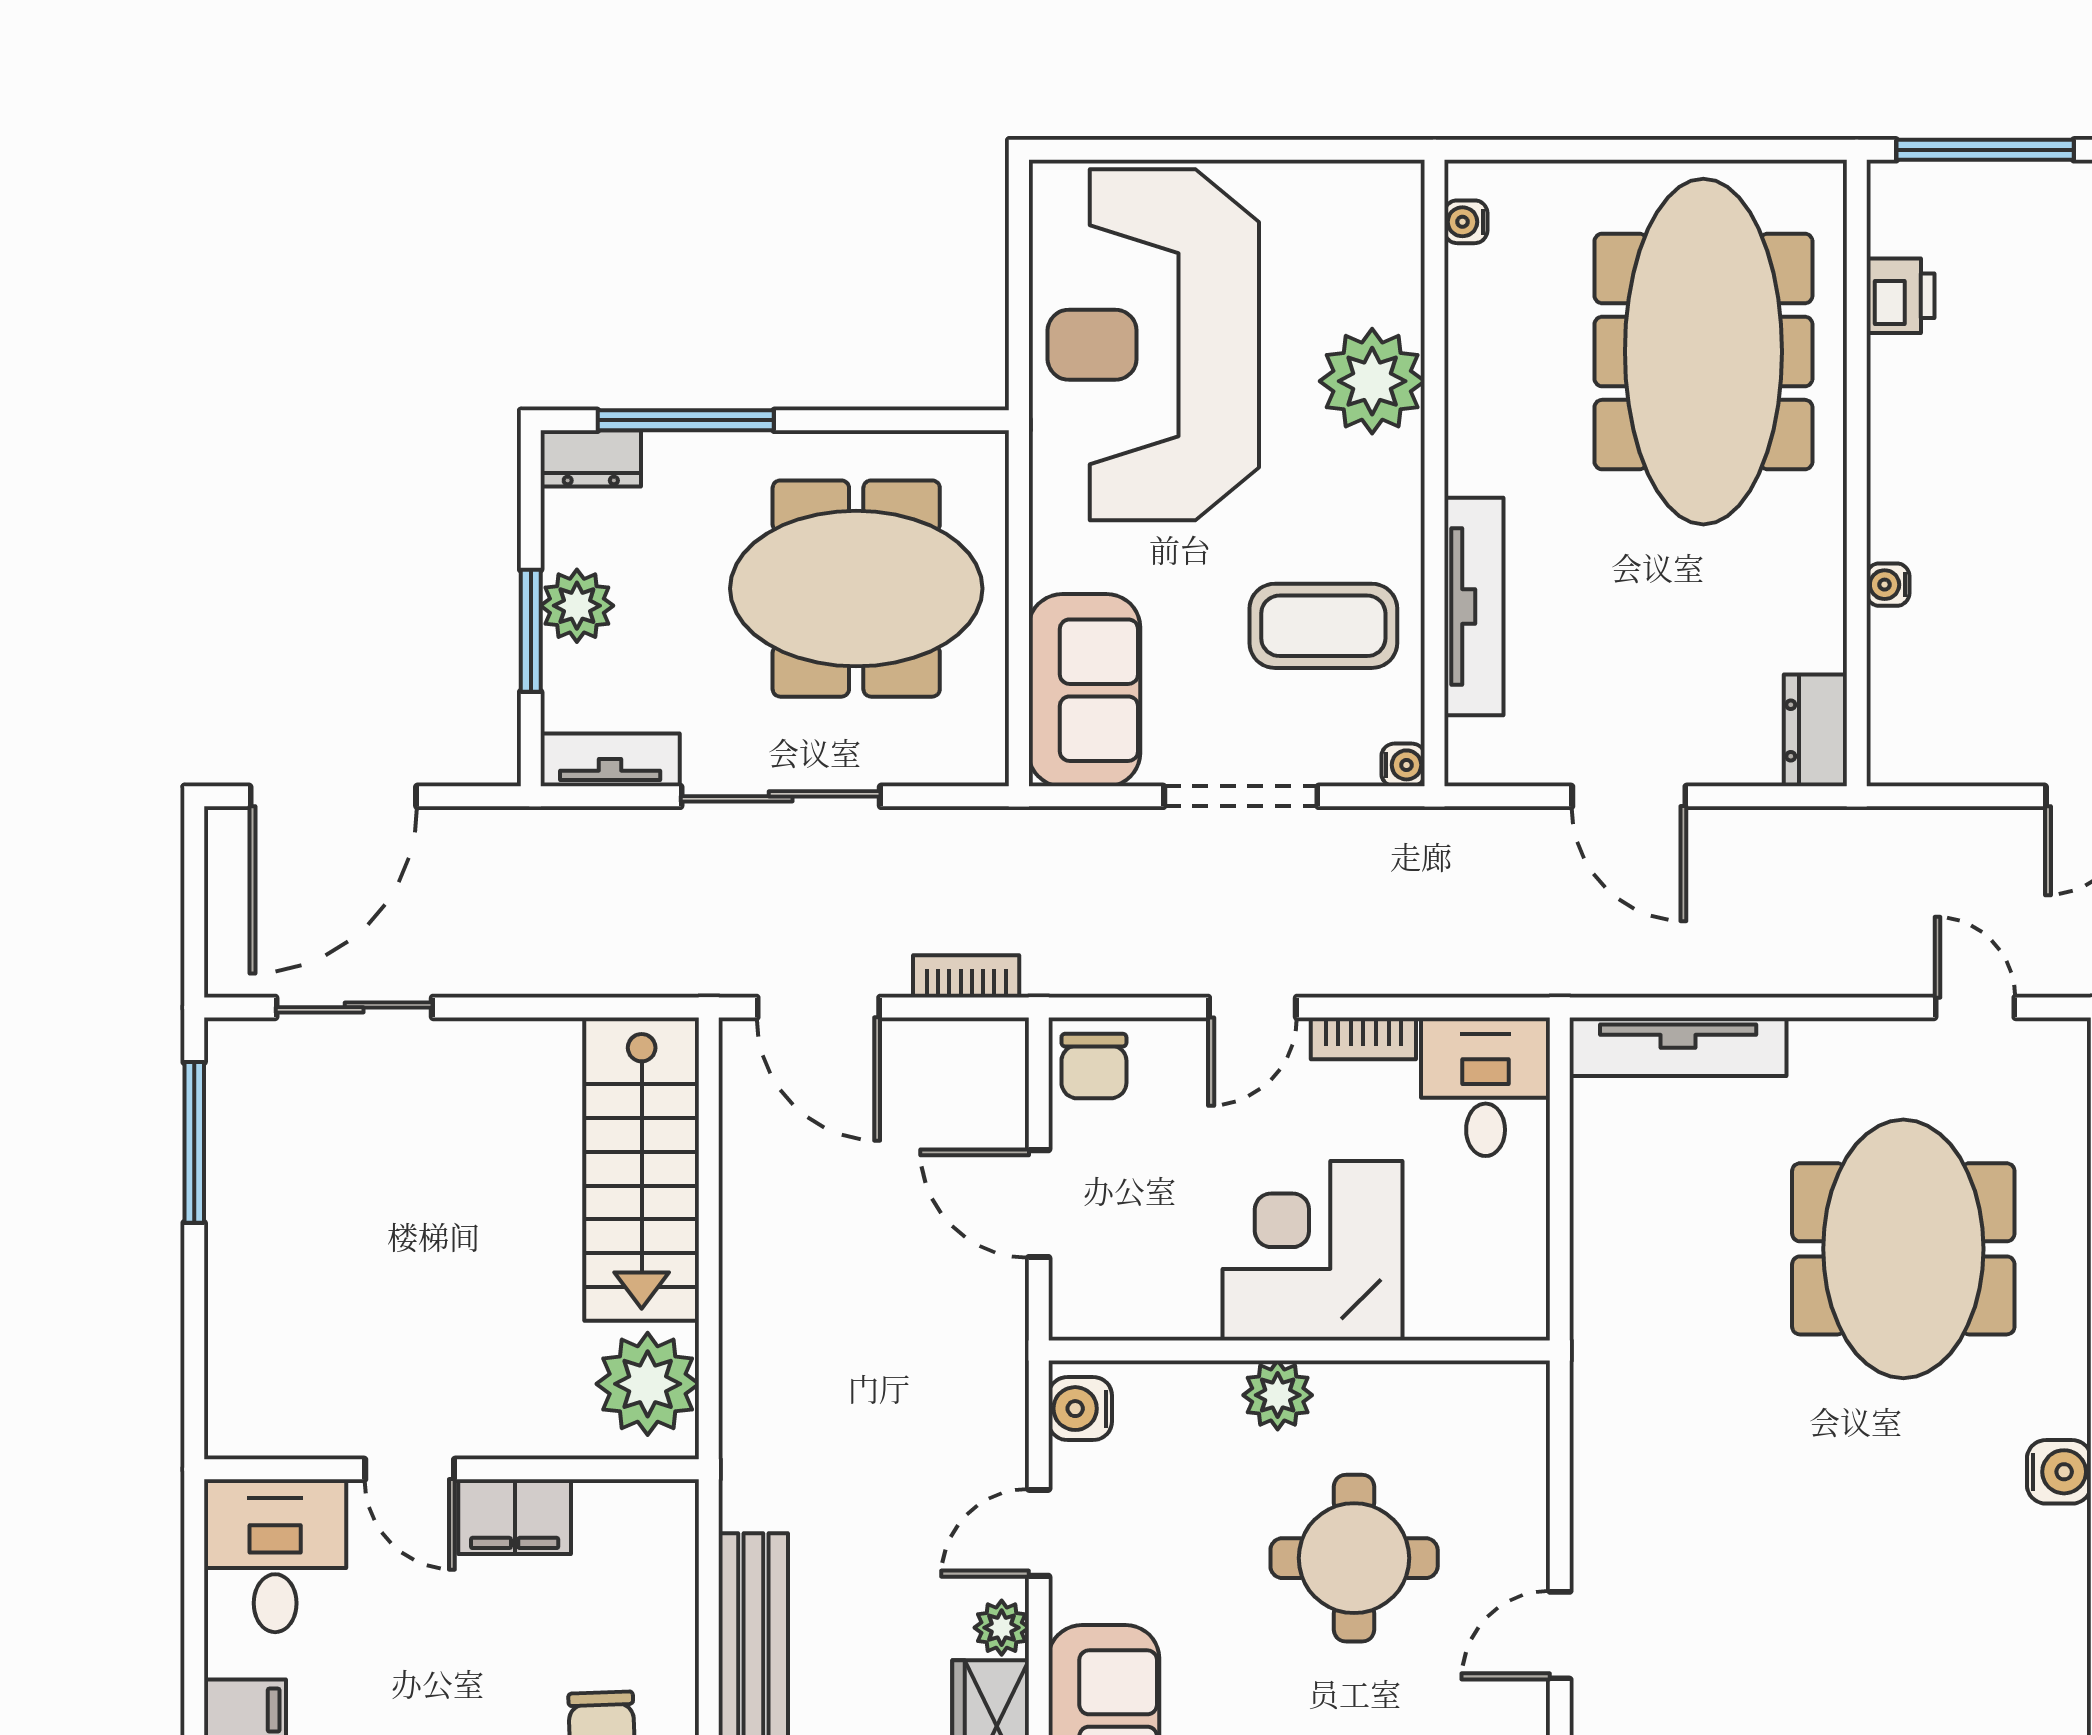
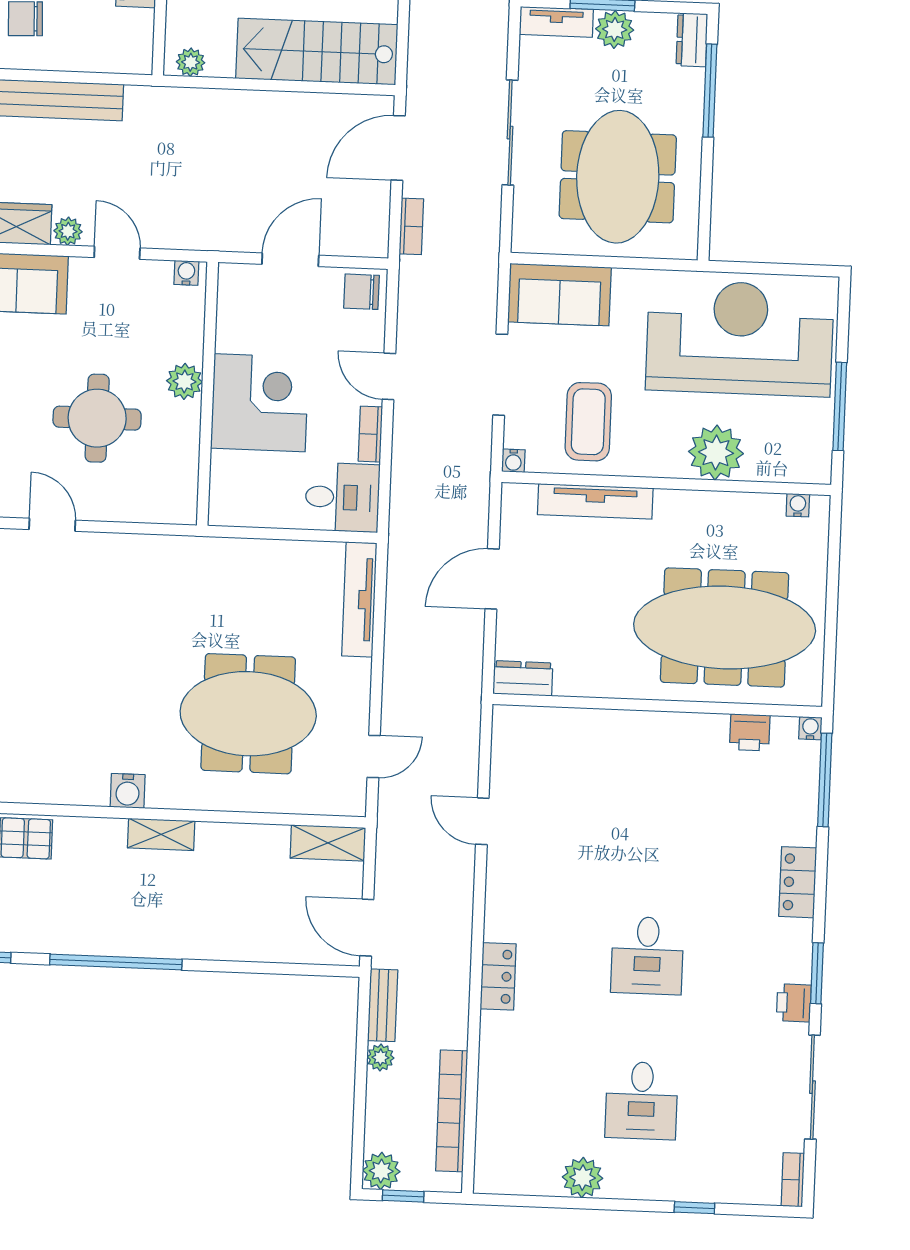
window: (1275, 150) -> (840, 406), added
water cooler: (1888, 585) -> (810, 728), moved
tv unit: (610, 760) -> (556, 22), moved, turned 90
plant: (648, 1384) -> (191, 62), width x0.53, depth x0.53
water cooler: (1080, 1409) -> (186, 273), width x0.72, depth x0.72

